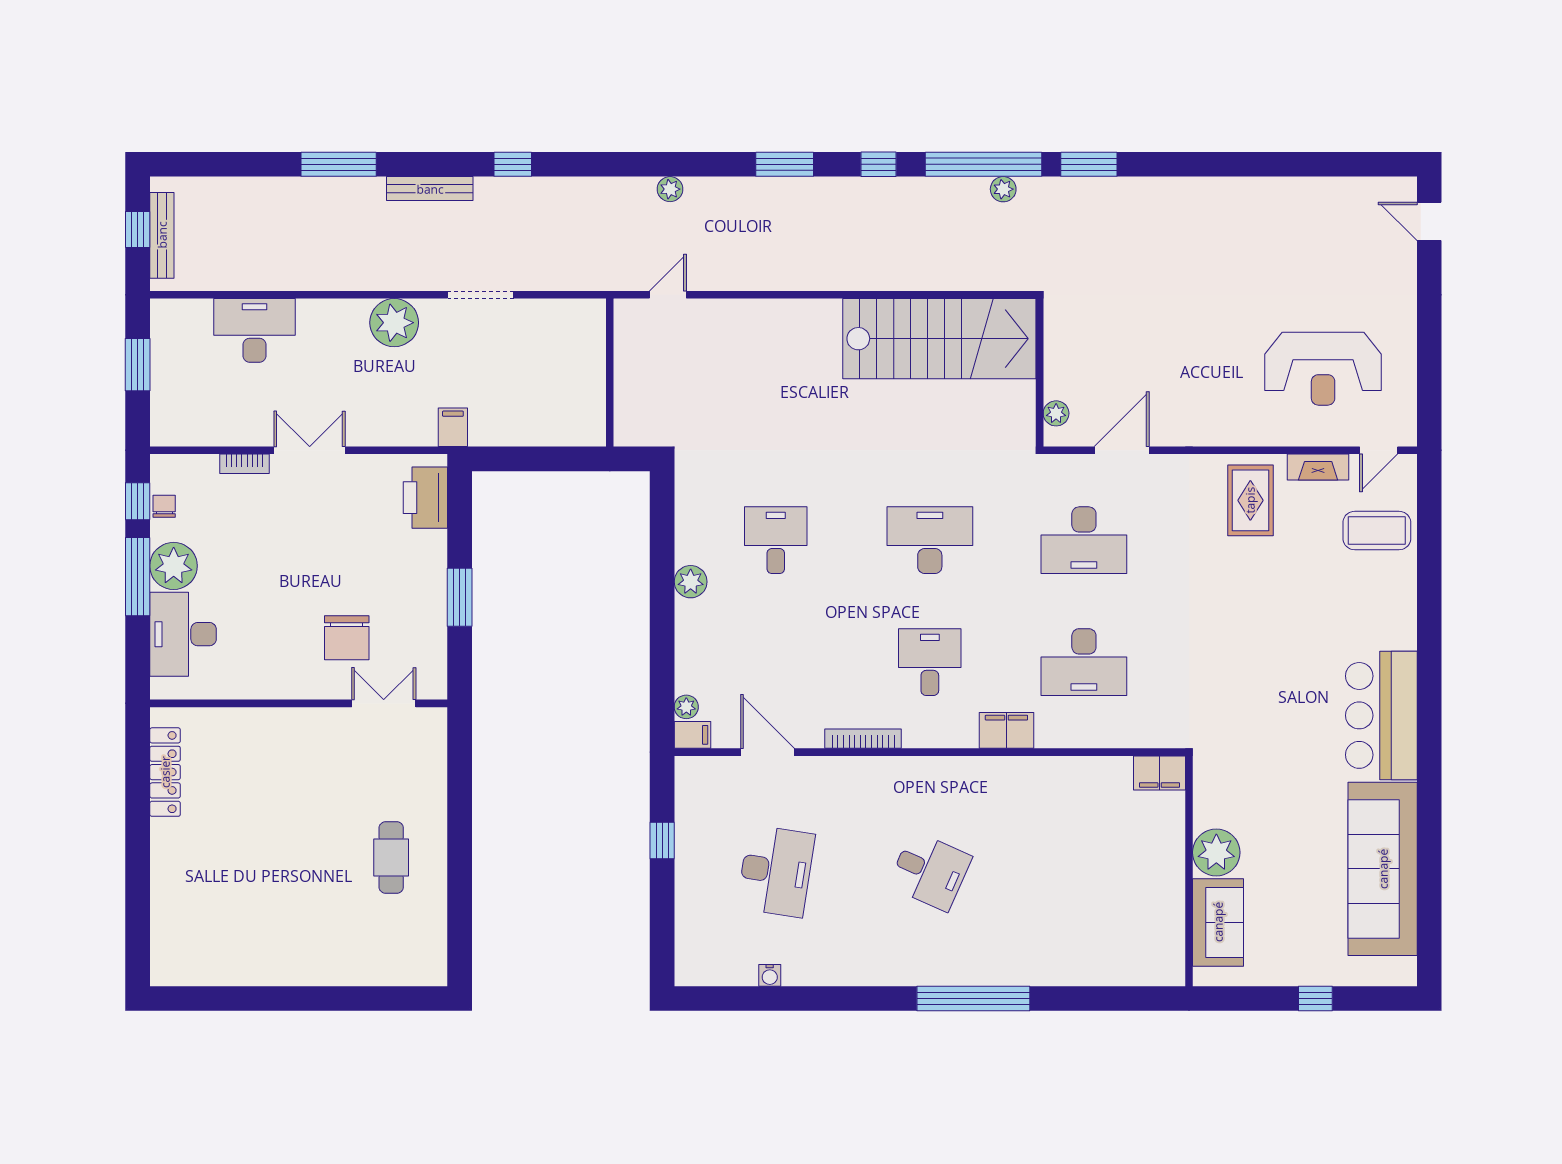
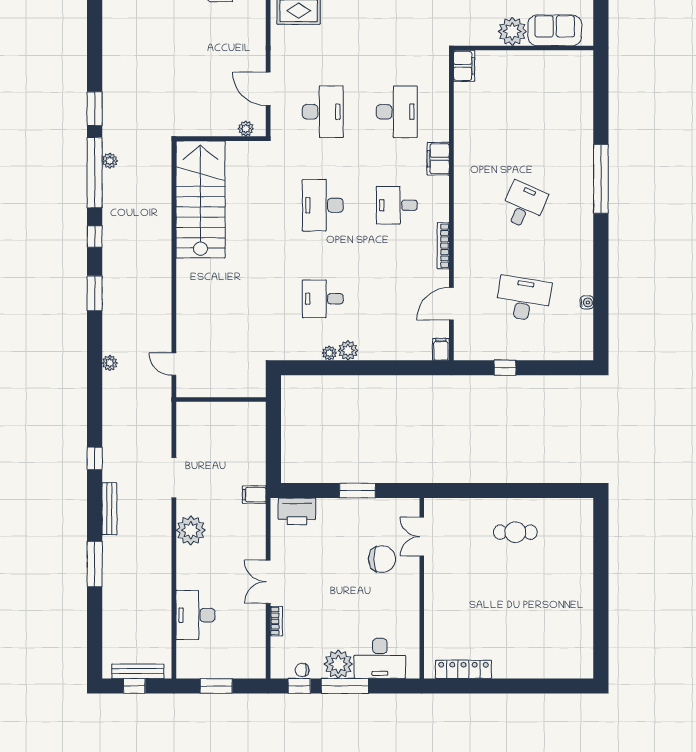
plant: (686, 707) -> (329, 353), moved

